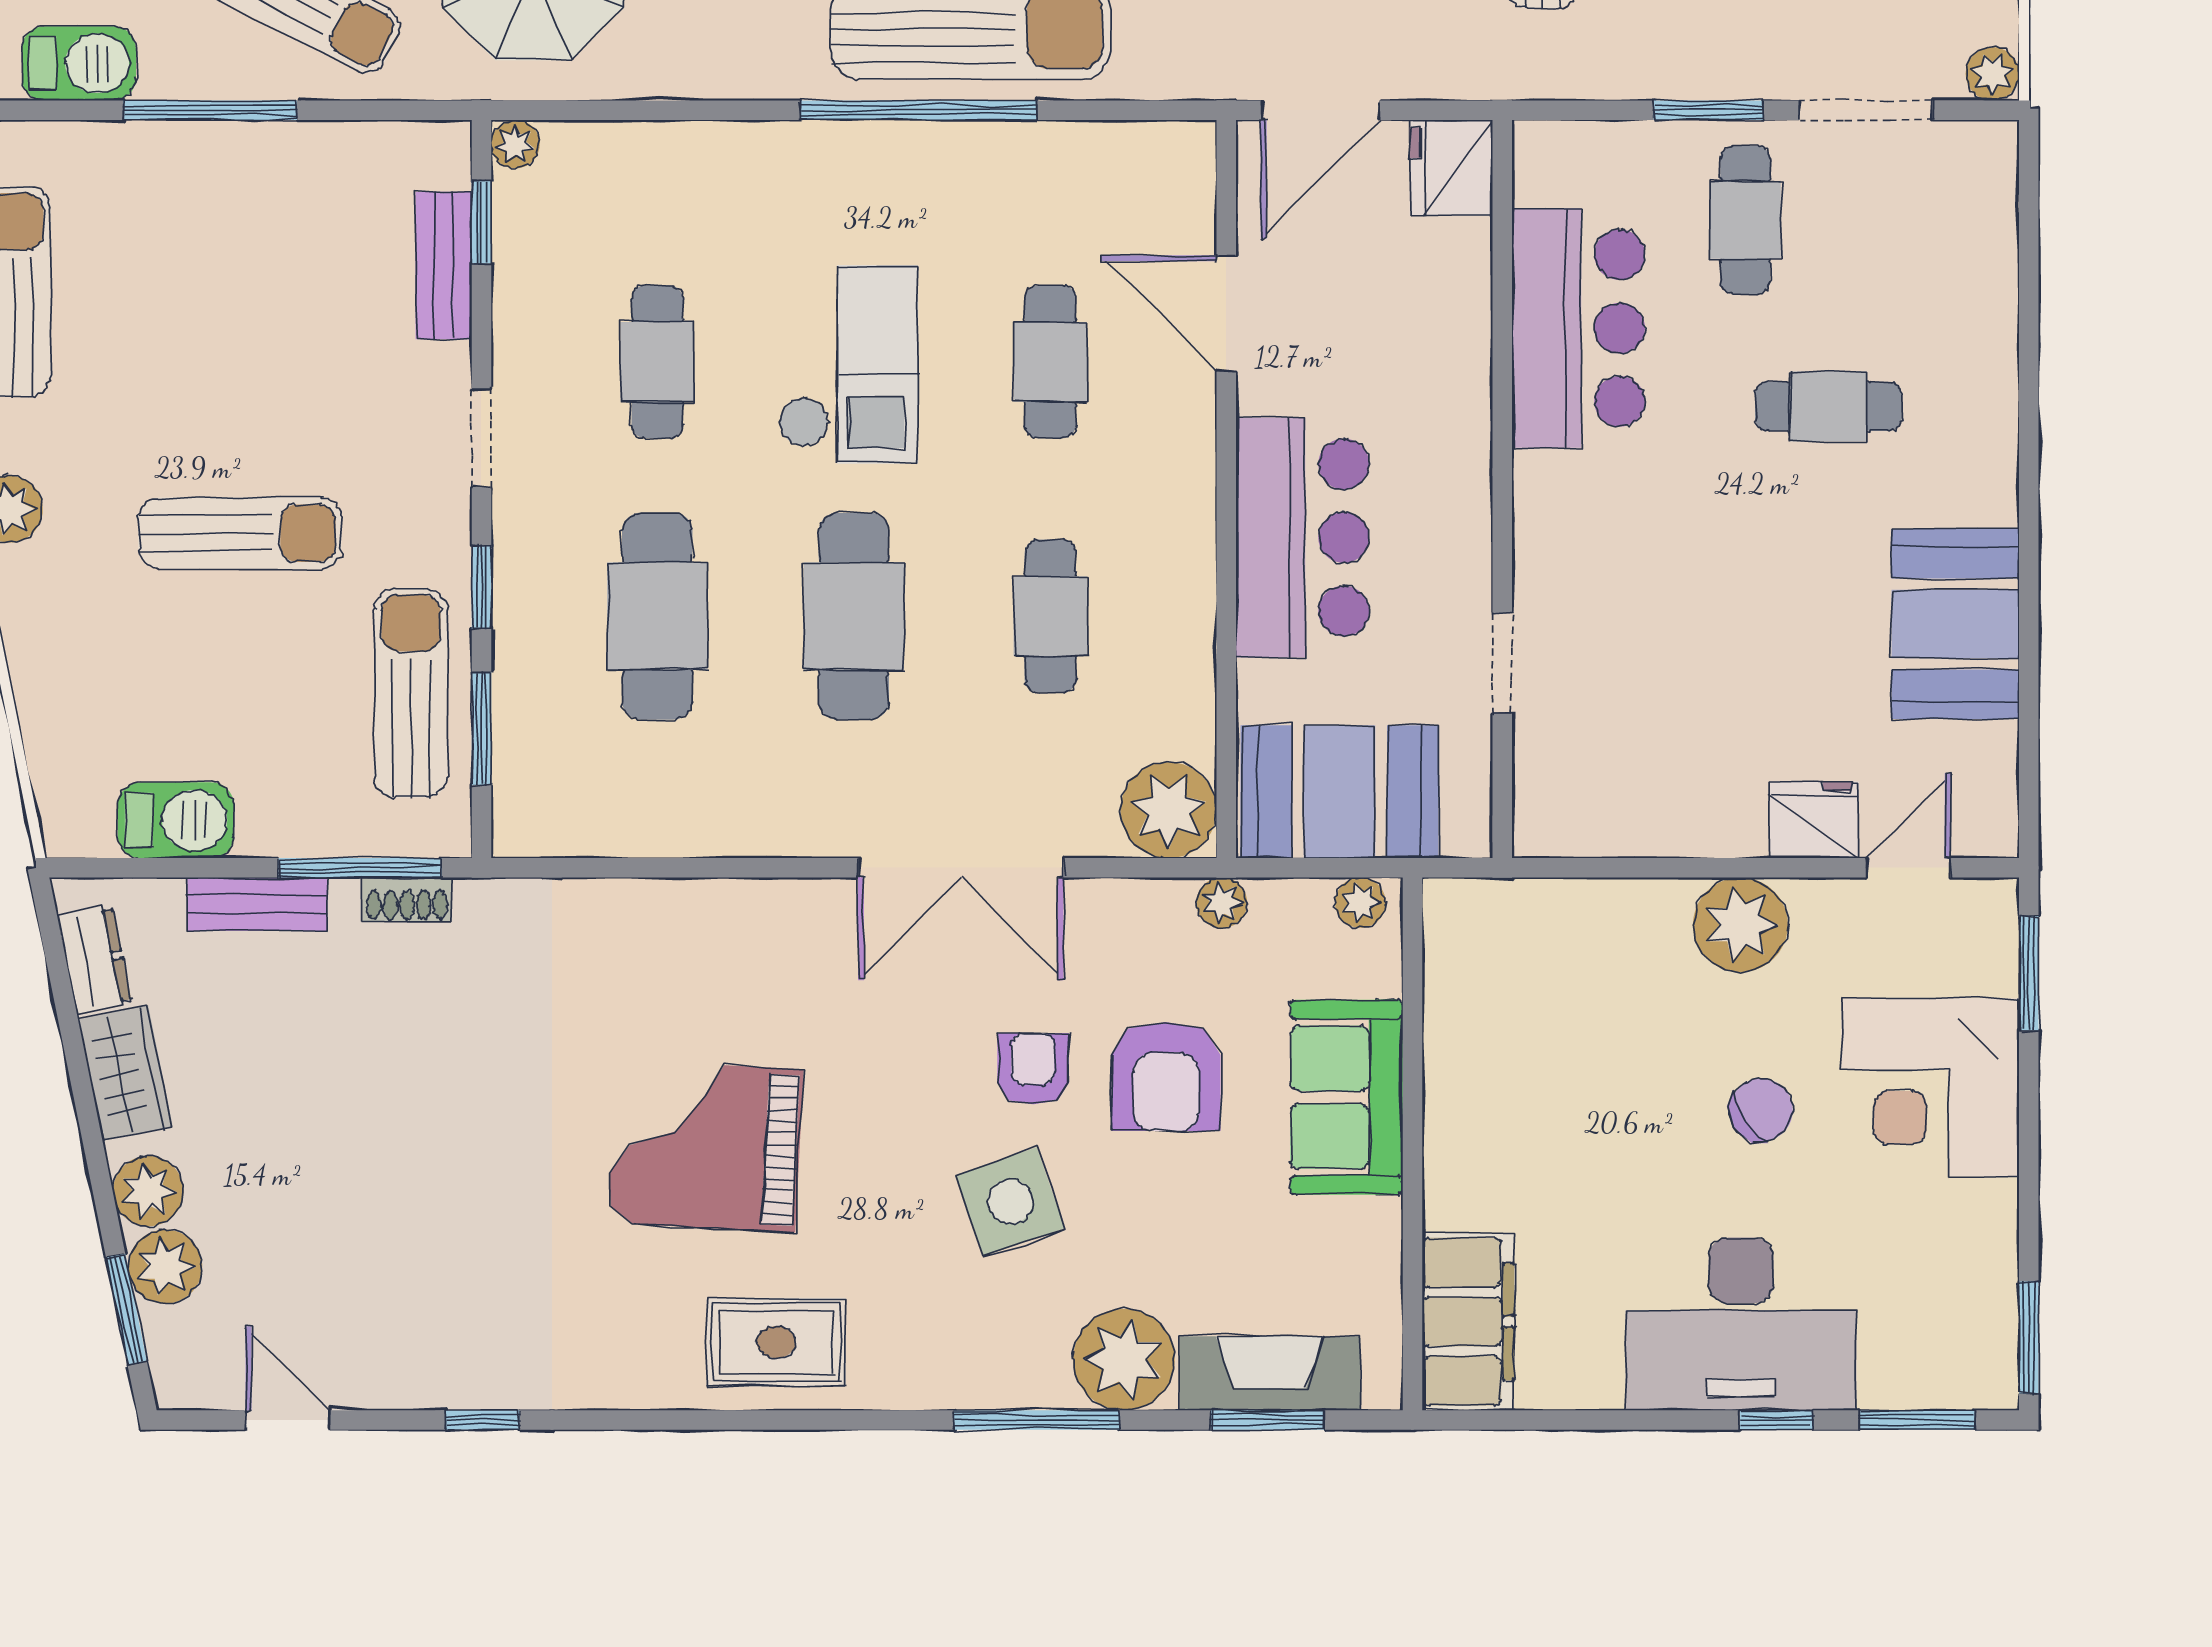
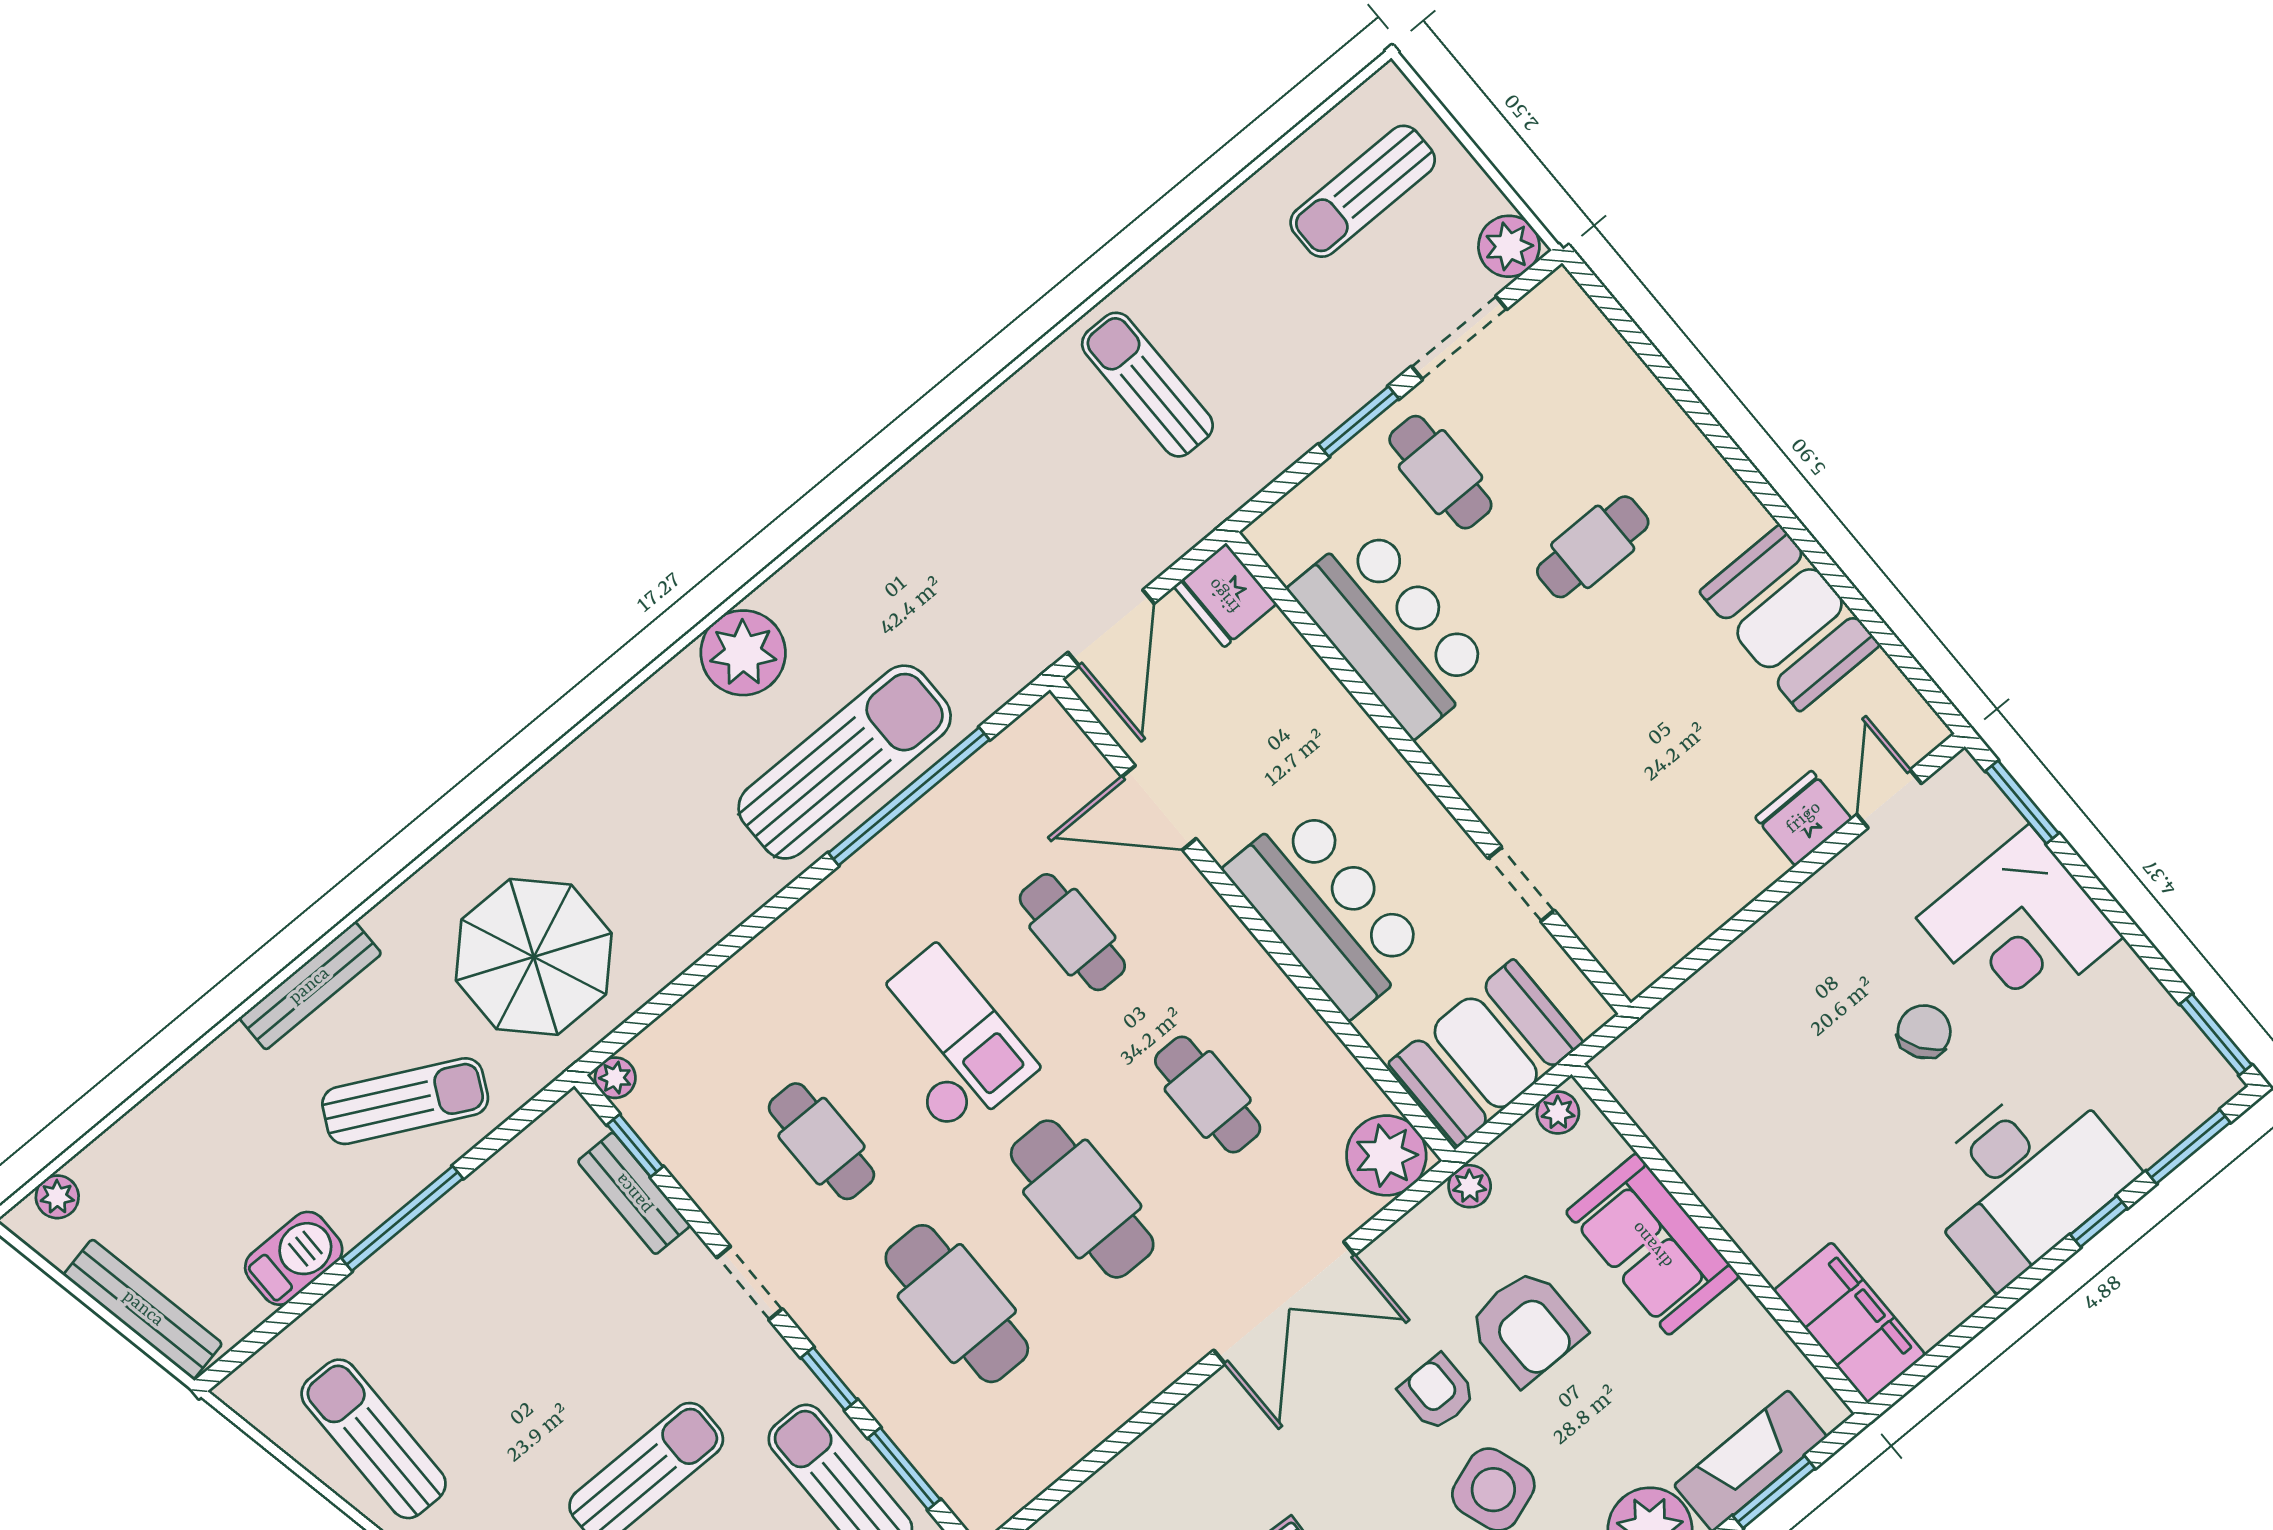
plant: (1992, 74) -> (1509, 246), width x1.38, depth x1.38
window: (918, 110) -> (909, 796), moved
plant: (1740, 925) -> (1812, 925), removed

